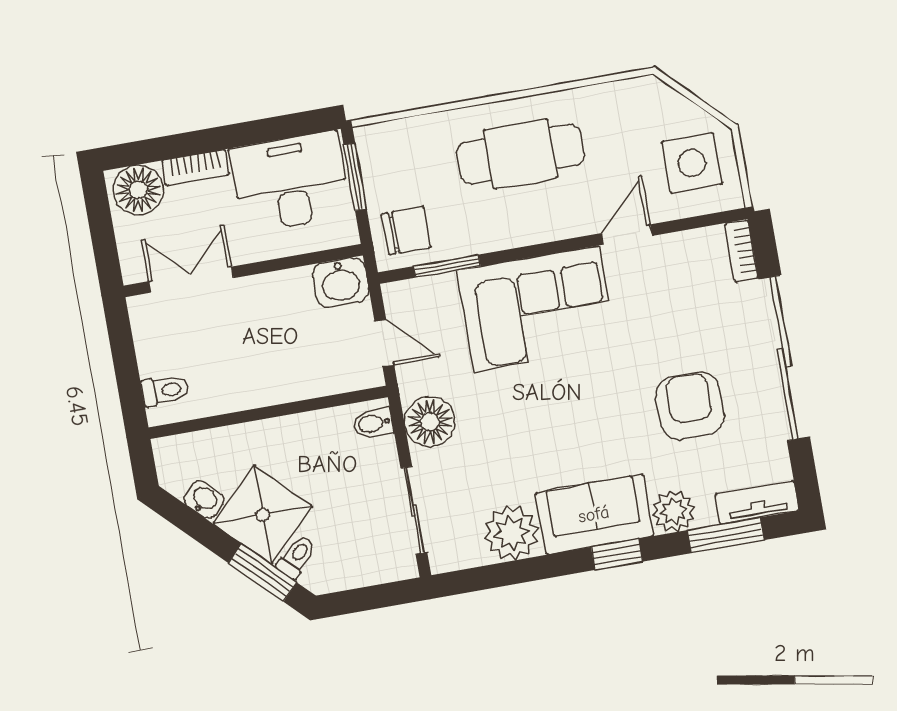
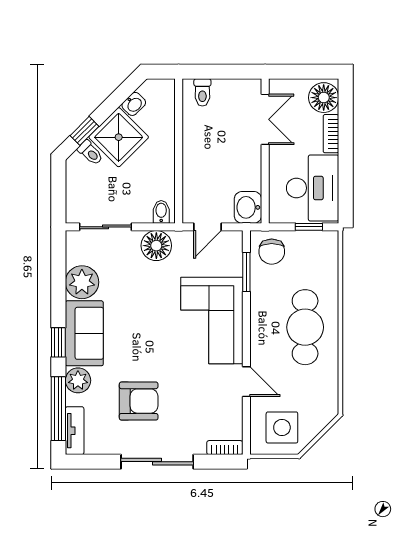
window: (355, 177) -> (309, 227), width x0.67
sliding door: (784, 358) -> (157, 462), width x0.73
window: (726, 535) -> (58, 409), width x1.44
window: (262, 573) -> (85, 131), width x0.67

